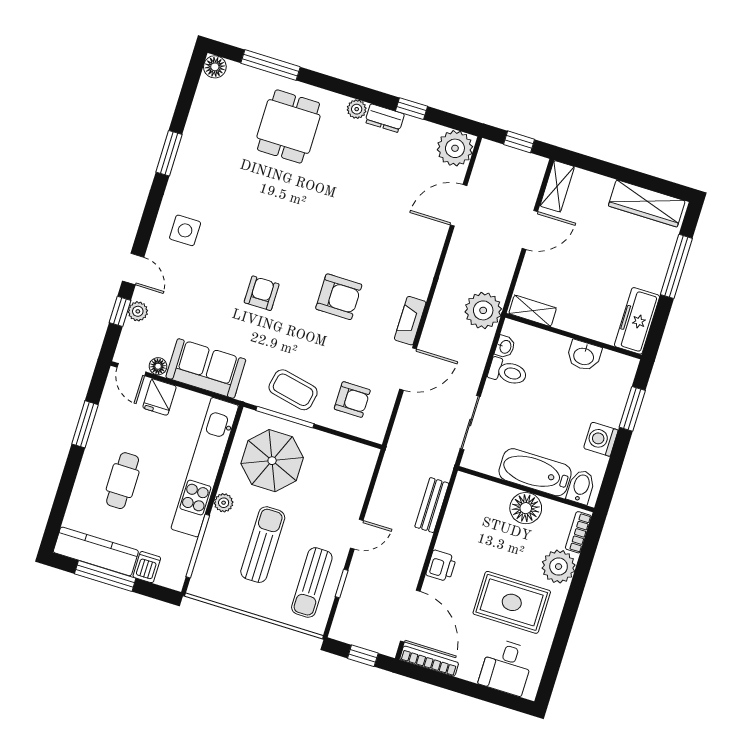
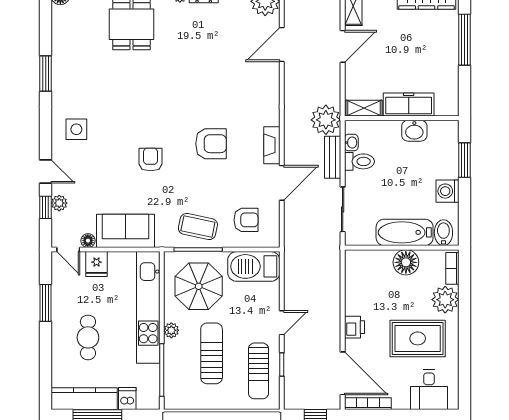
freezer: (637, 321) -> (409, 105), moved, turned 90
barbecue: (344, 457) -> (254, 266), added
bench: (432, 505) -> (333, 157), moved

